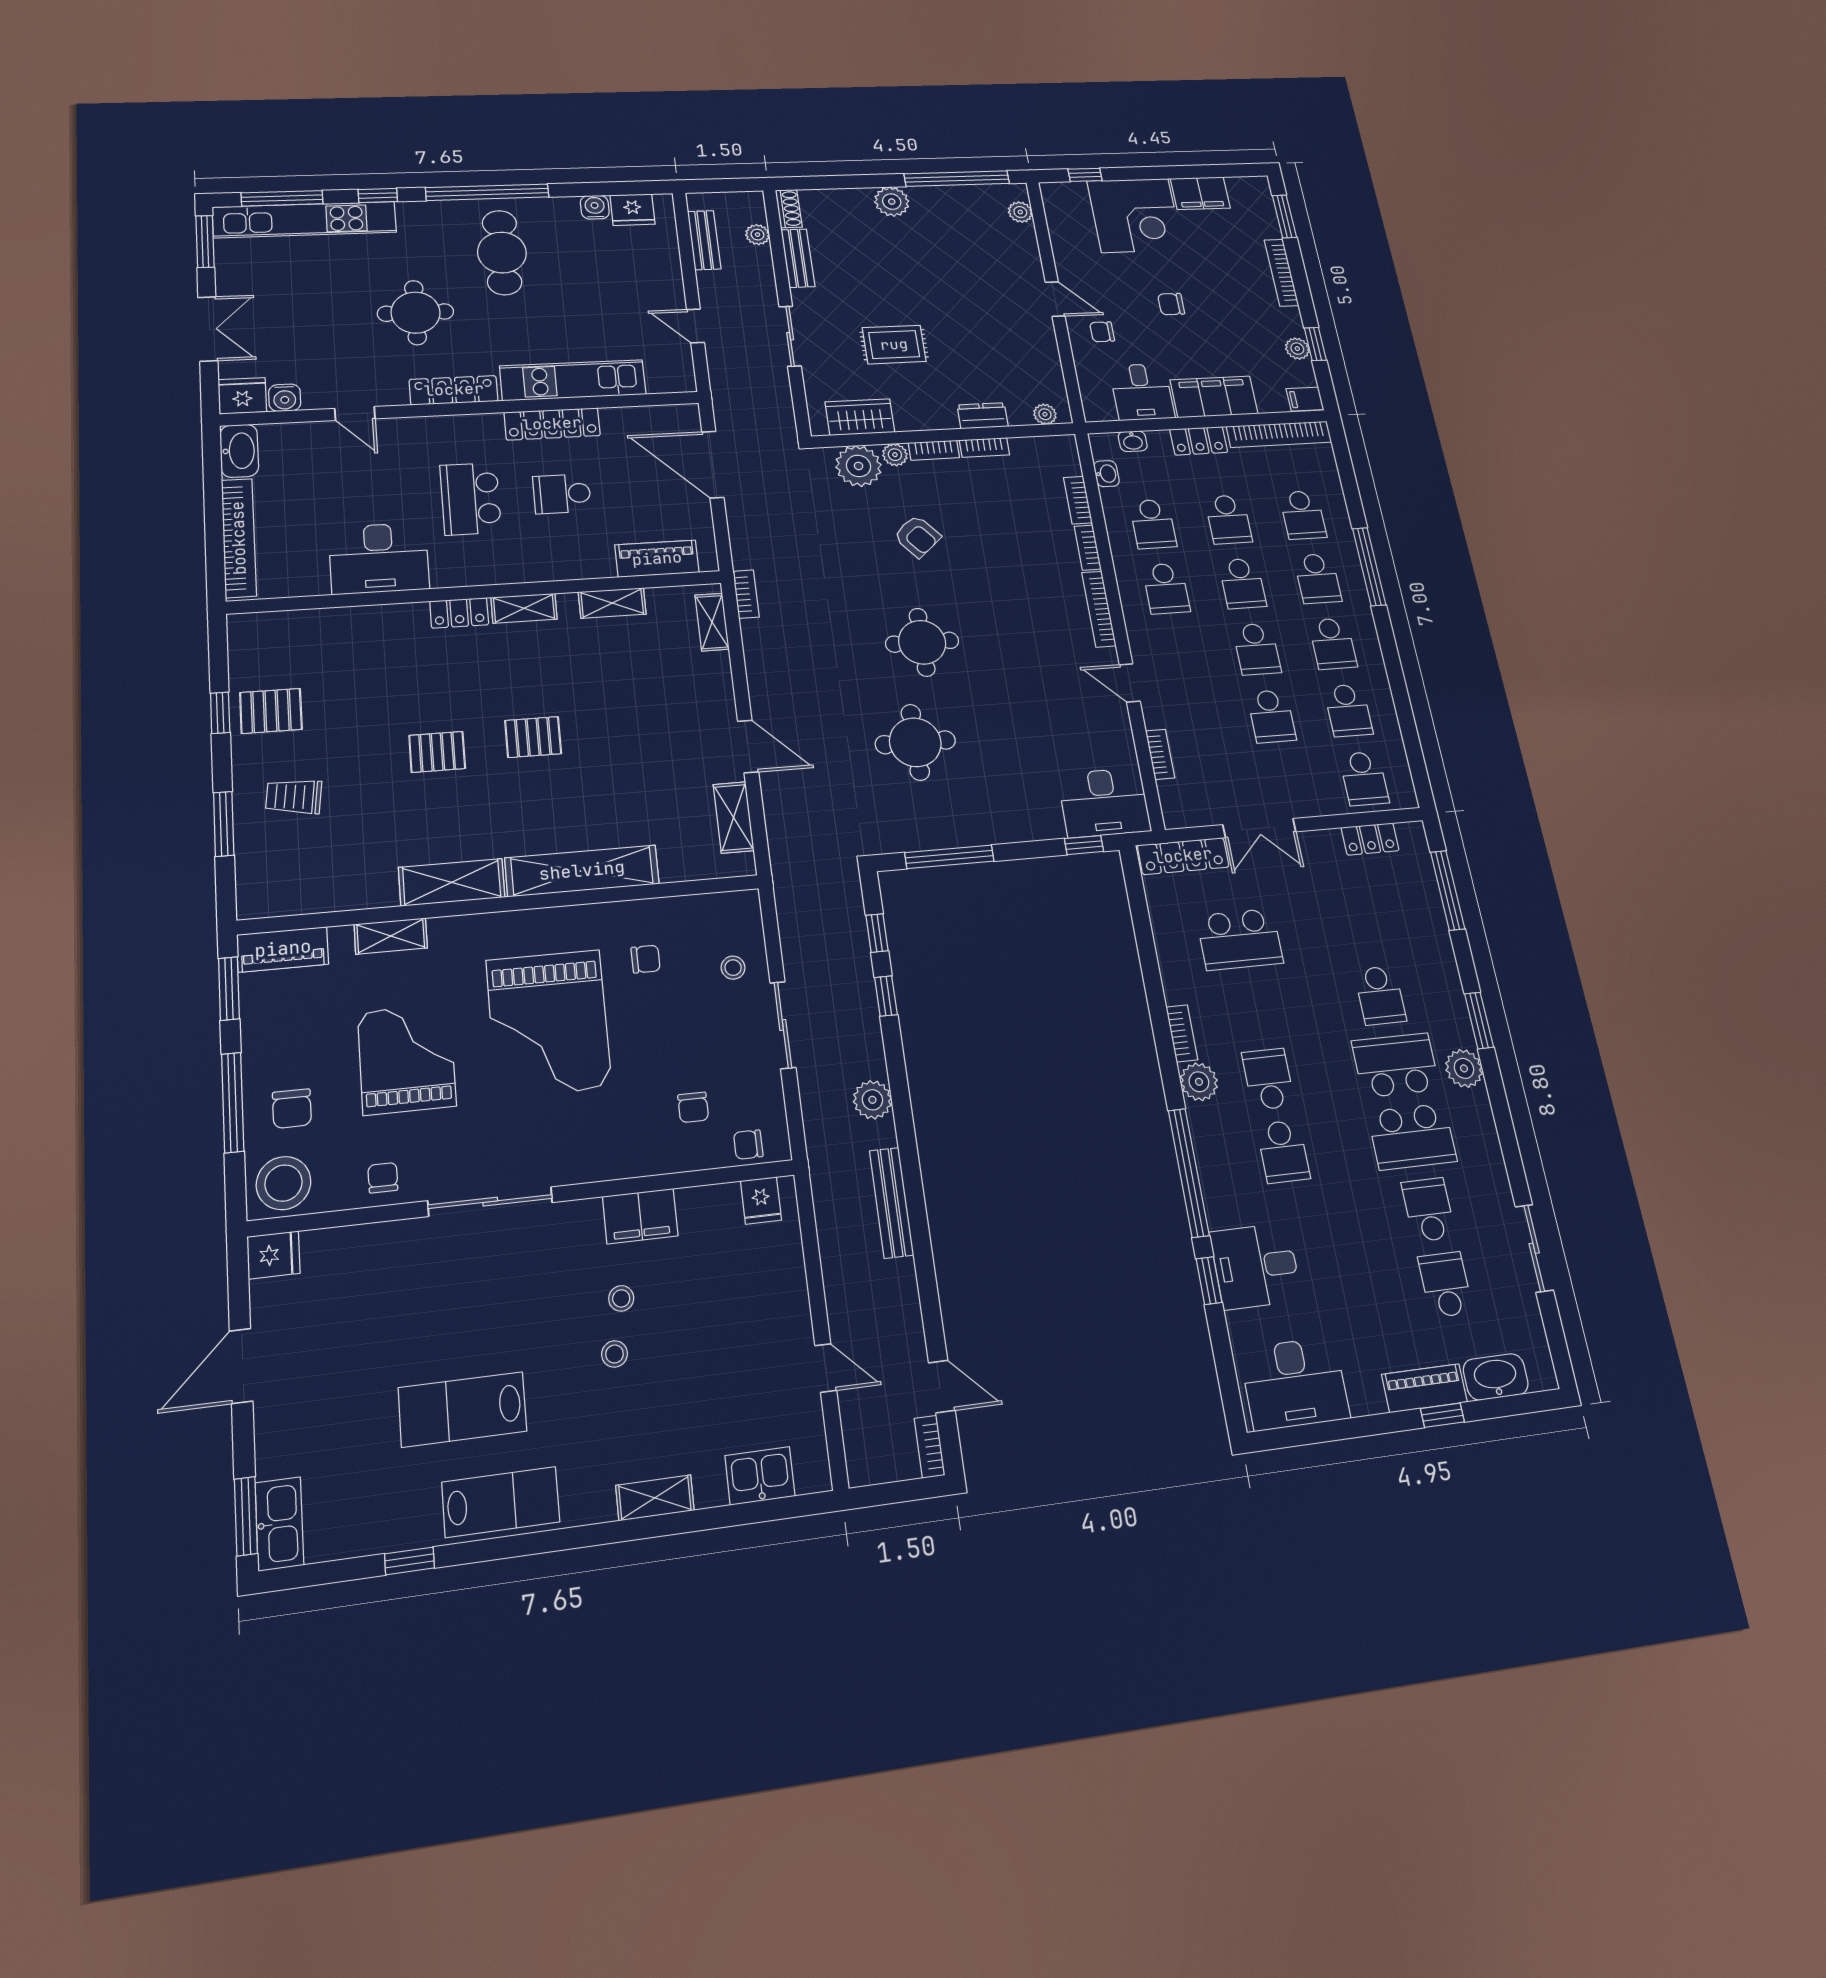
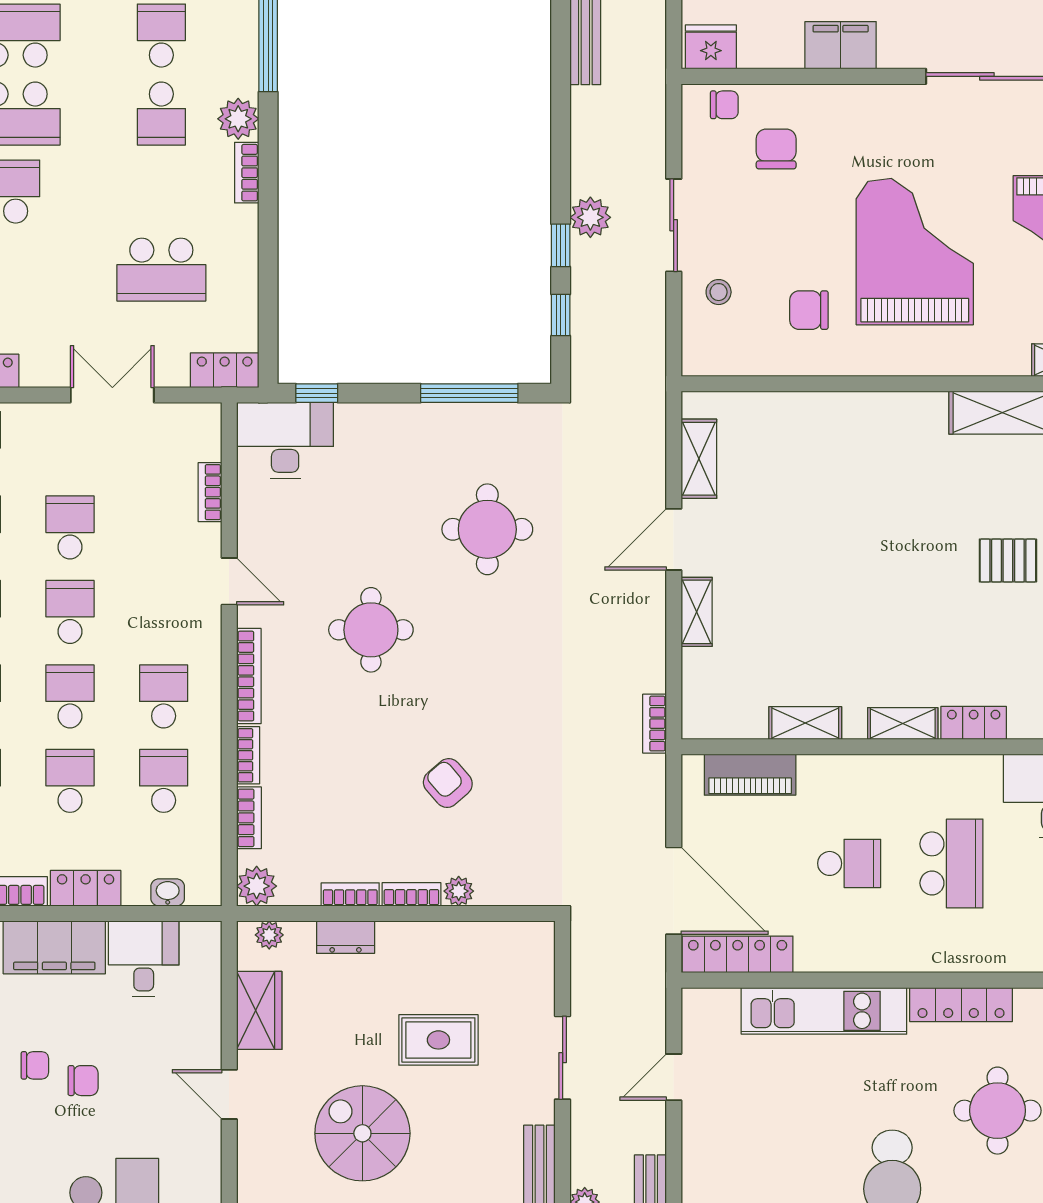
spiral stairs: (944, 276) -> (362, 1133), added
door: (696, 326) -> (674, 1077), swing flipped
chair: (1102, 332) -> (35, 1065), moved
wardrobe: (860, 417) -> (259, 1010), moved, turned -90
locker: (552, 424) -> (738, 954), moved
plant: (859, 466) -> (257, 886), moved, width x0.73, depth x0.73
washbasin: (1106, 474) -> (208, 851), removed
shelving: (712, 622) -> (697, 612), moved
round table: (922, 642) -> (371, 630), moved
pallet: (533, 737) -> (905, 570), removed
door: (748, 747) -> (674, 539), hinge flipped
locker: (1183, 856) -> (225, 370), width x0.66
shelving: (582, 871) -> (866, 413), removed
school desk: (1240, 939) -> (161, 270), turned 180
chair: (646, 959) -> (809, 310), width x1.37, depth x1.37
plant: (872, 1100) -> (590, 217), moved
chair: (693, 1107) -> (776, 149), width x1.37, depth x1.37
fridge: (761, 1200) -> (711, 47), width x1.38

